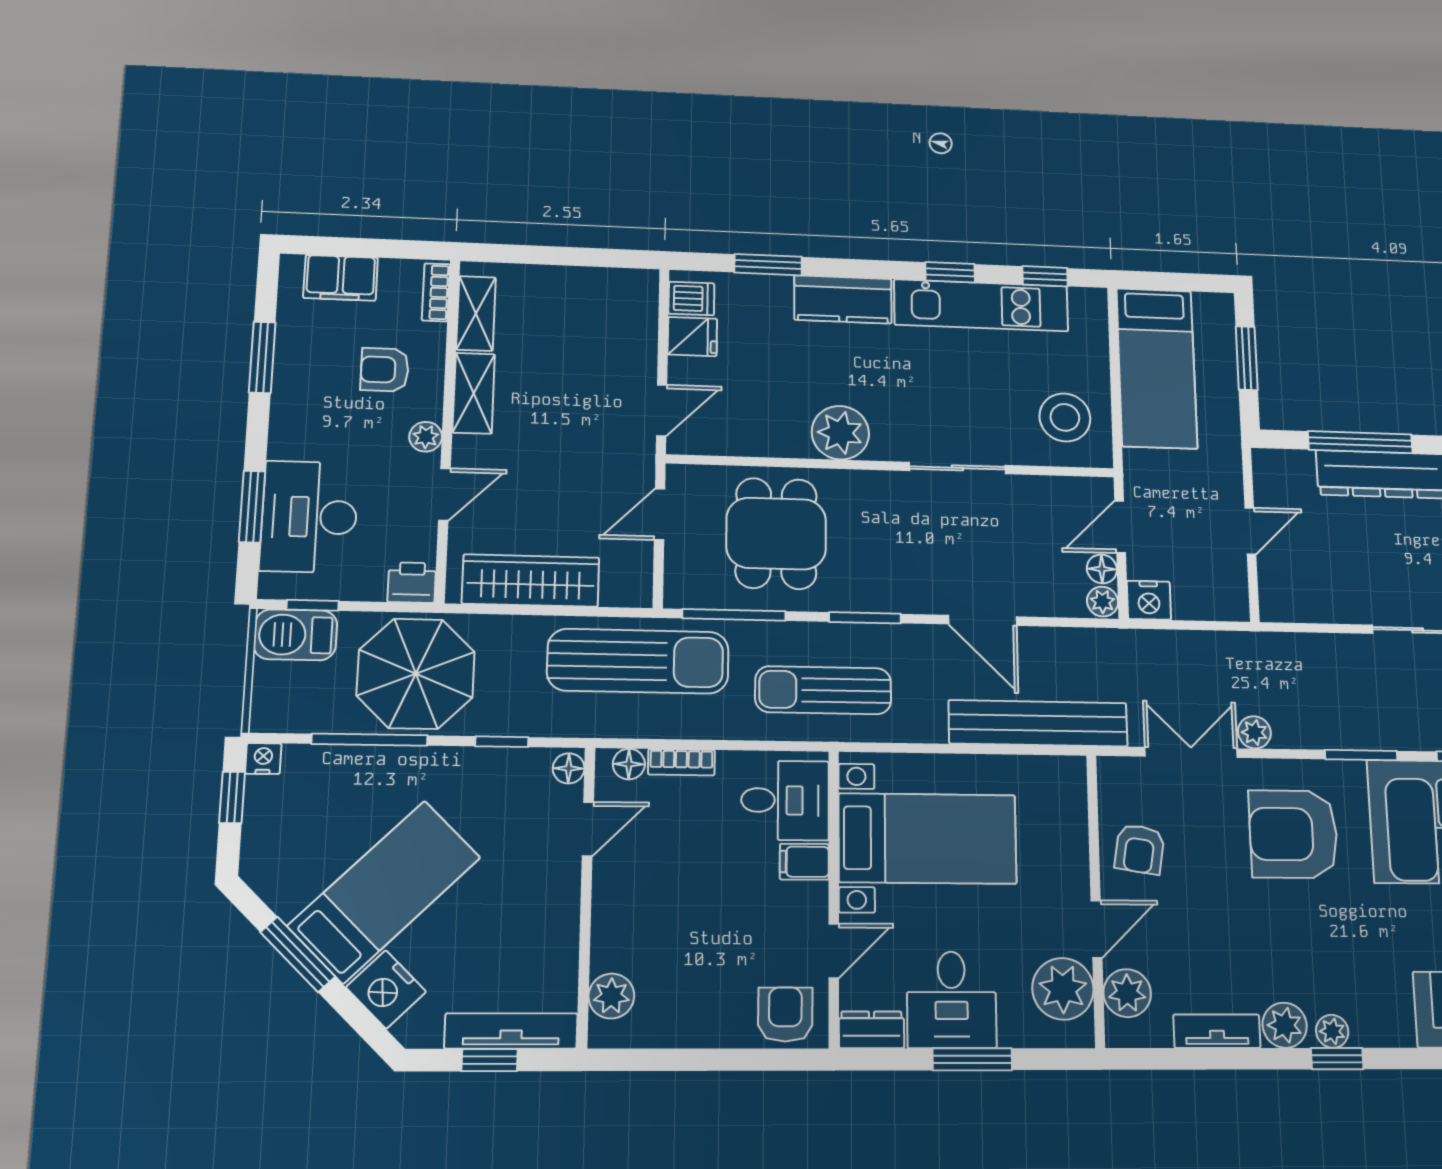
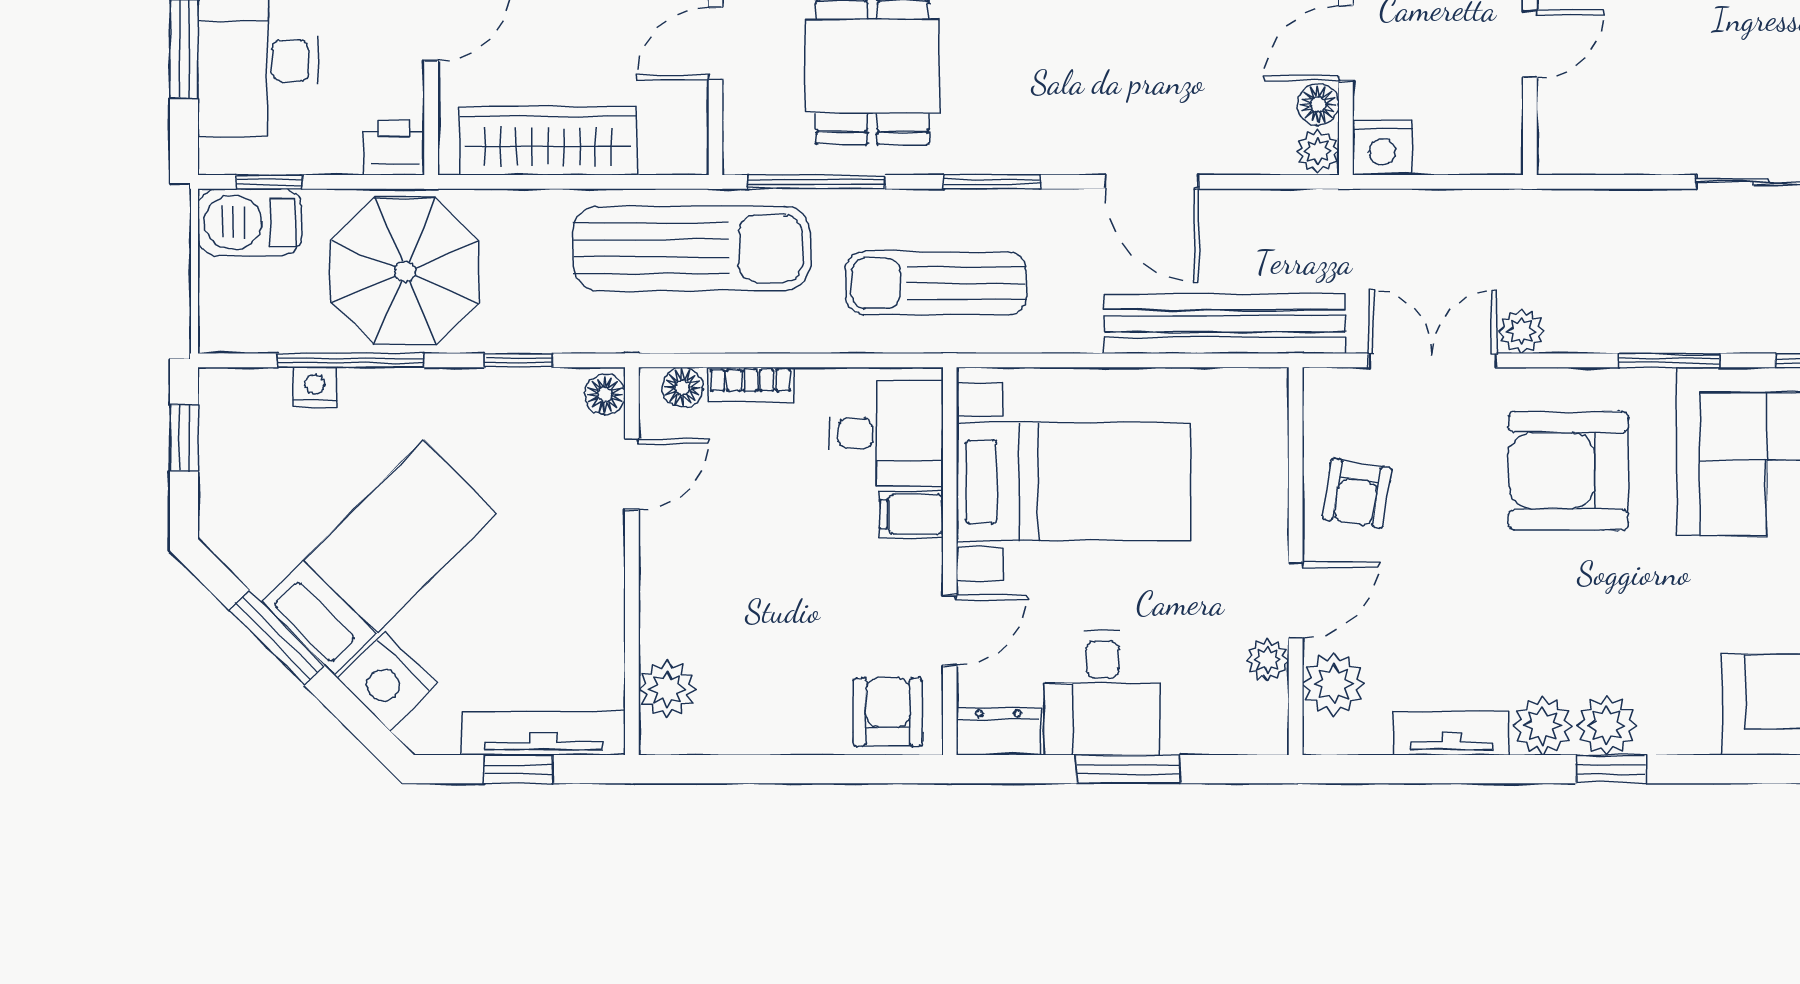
nightstand: (263, 758) -> (315, 387), moved
plant: (1063, 989) -> (1267, 660), width x0.53, depth x0.53
plant: (1332, 1031) -> (1607, 725), width x1.38, depth x1.38

